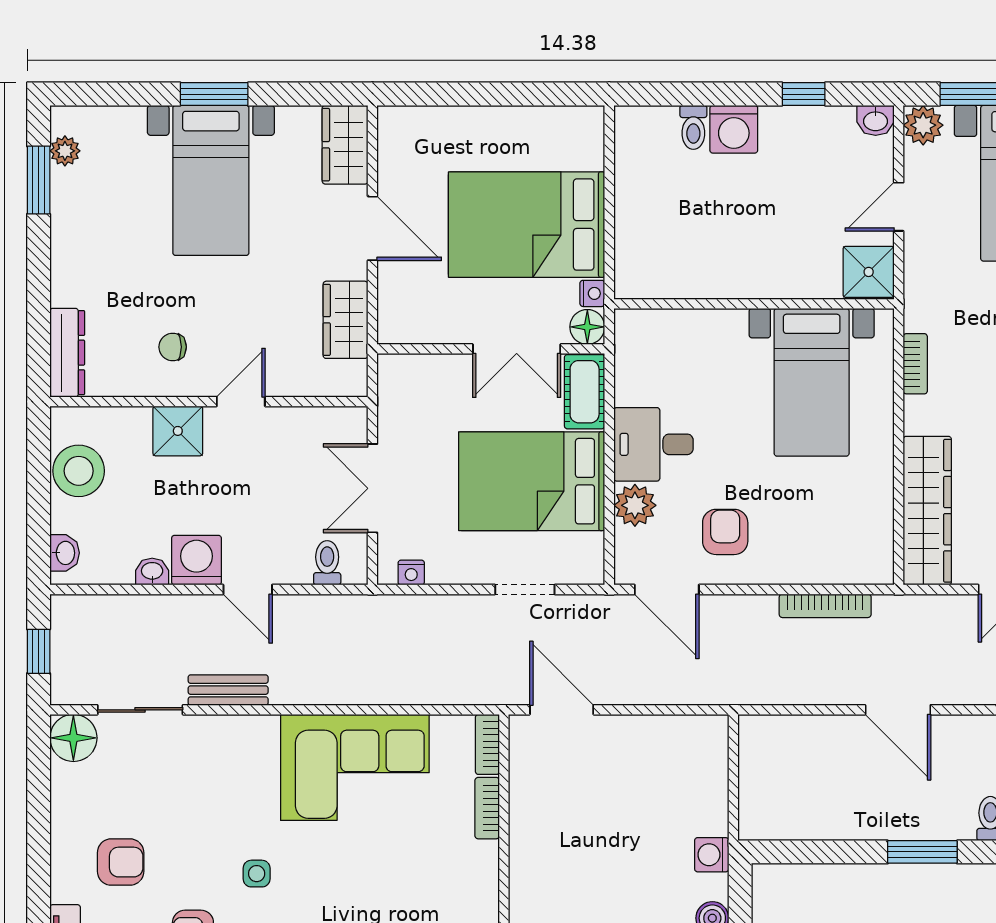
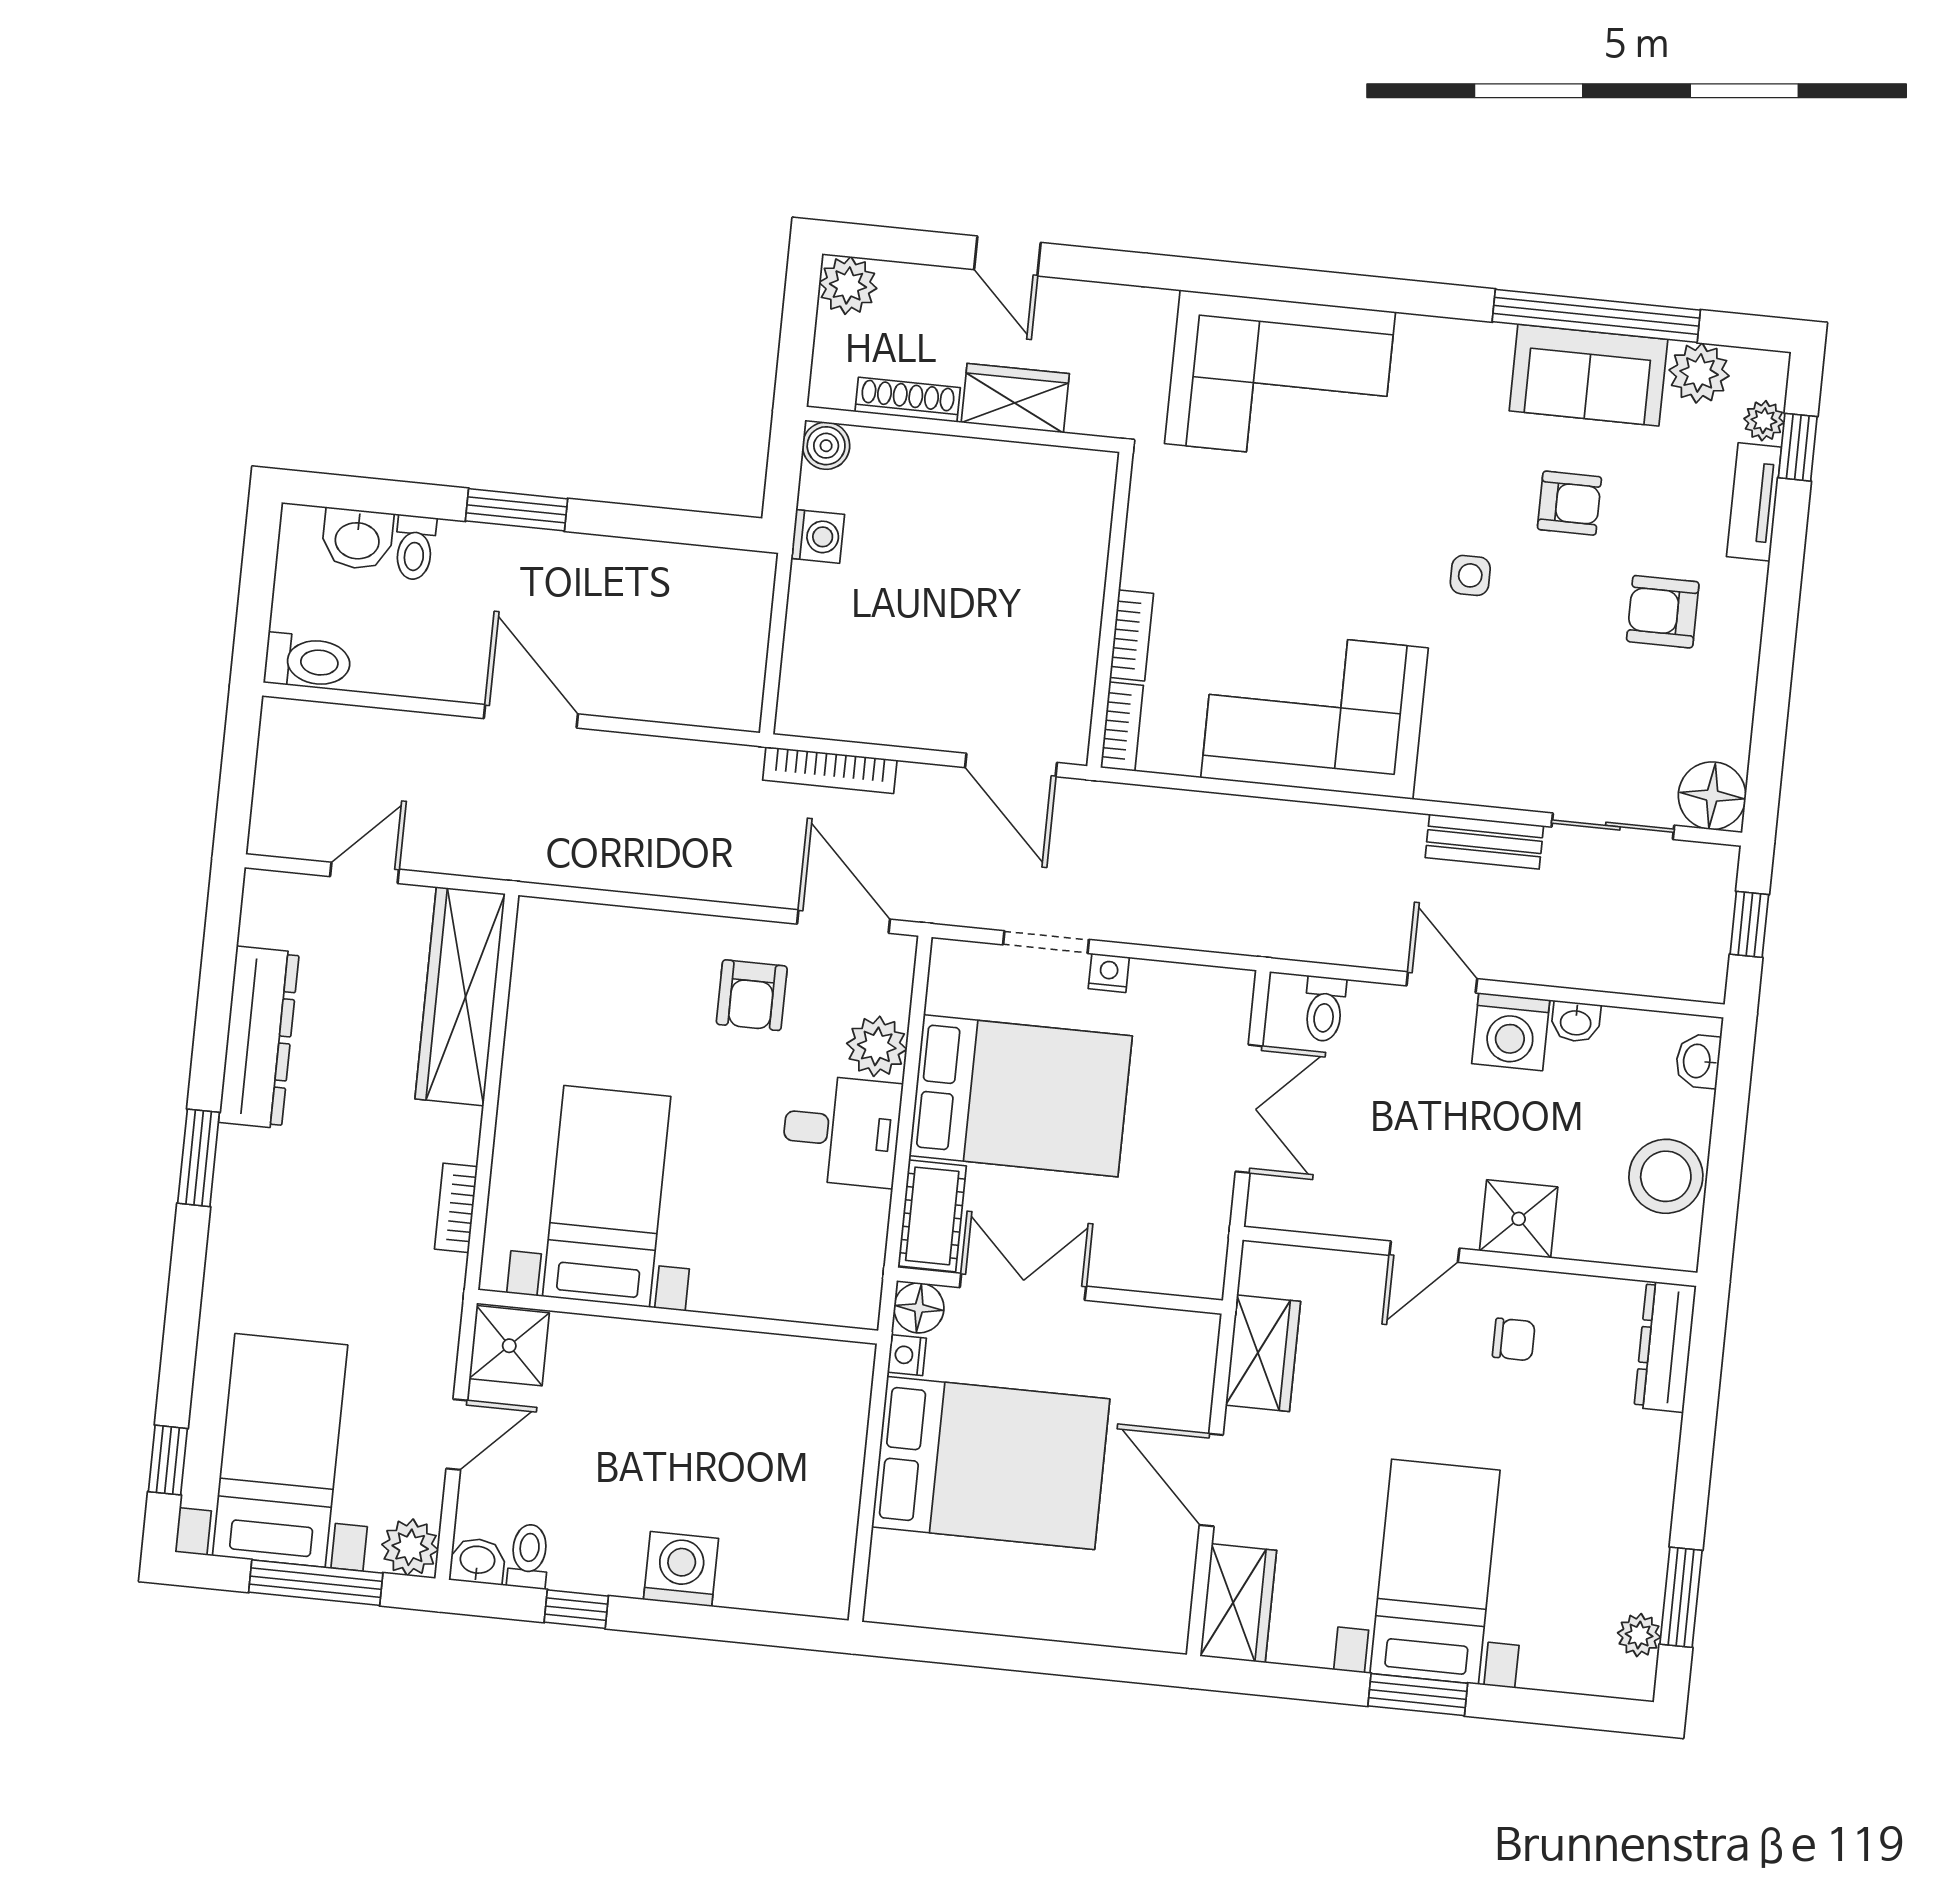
toilet: (693, 127) -> (529, 1556), moved
nightstand: (411, 573) -> (1109, 973), moved
bookcase: (825, 606) -> (830, 770), moved, turned 180

